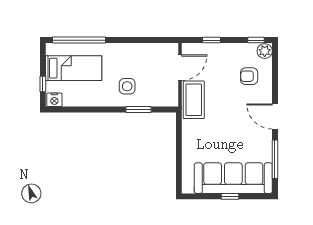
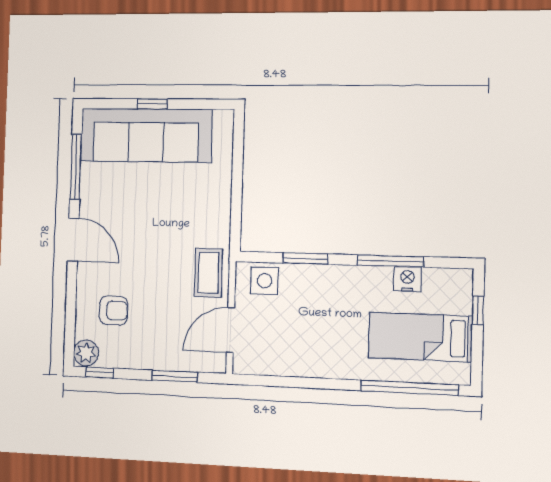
window: (212, 40) -> (175, 376), width x1.50
side table: (127, 86) -> (264, 281), moved
nightstand: (54, 100) -> (407, 279), moved
coffee table: (194, 100) -> (208, 273), width x0.73, depth x0.76
window: (91, 110) -> (390, 261), added

